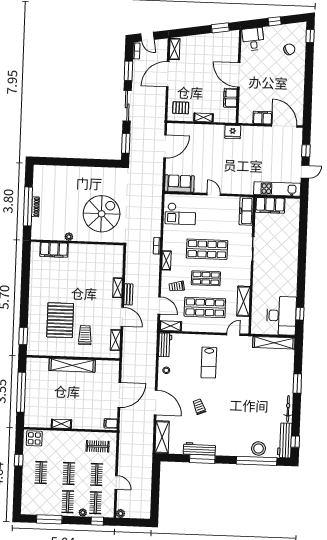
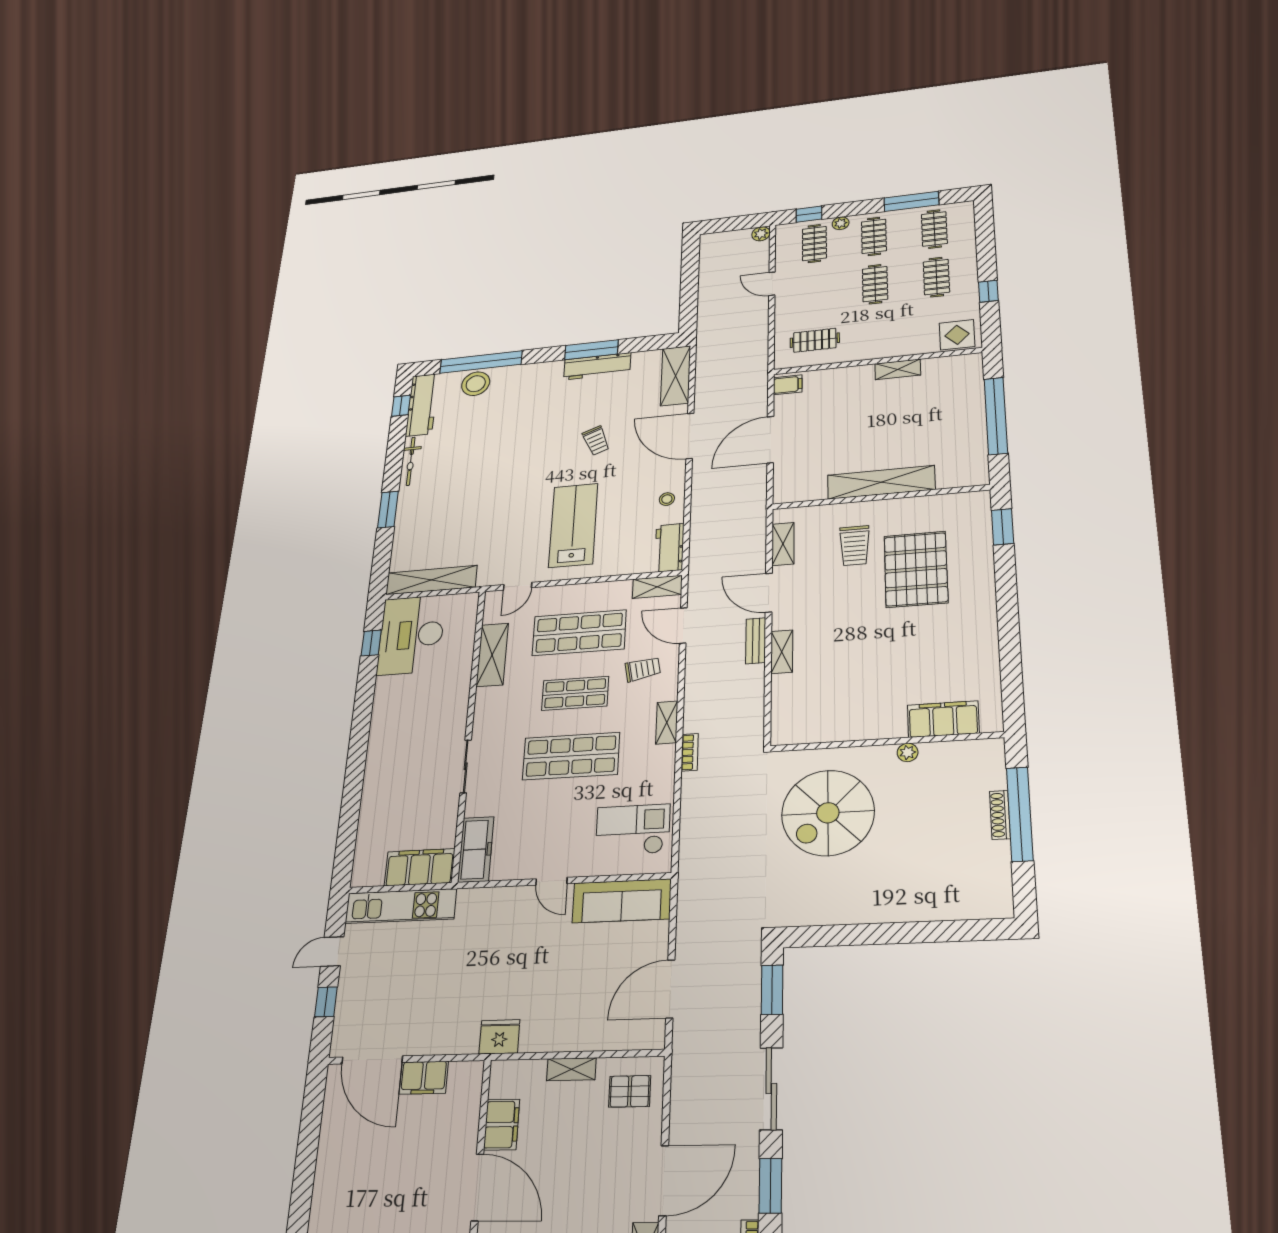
sofa: (179, 184) -> (622, 901), width x1.36
lab bench: (209, 363) -> (573, 525), width x1.36, depth x1.39
clothes rail: (97, 475) -> (934, 229), moved

